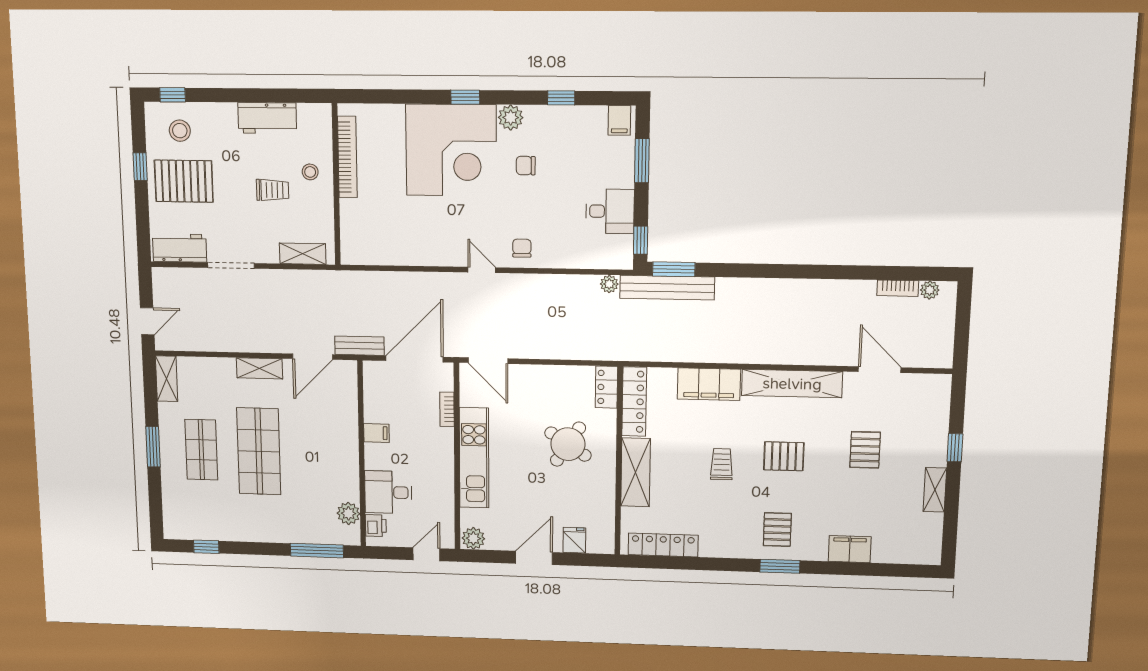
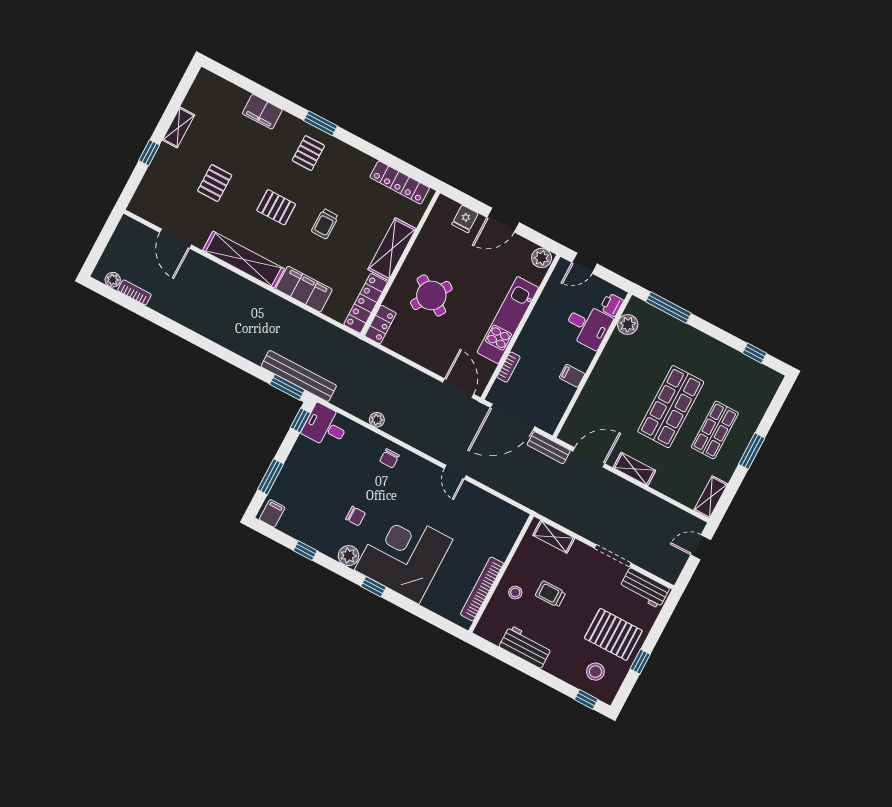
desk: (610, 211) -> (326, 426), moved
door: (482, 270) -> (455, 472), moved
plant: (609, 284) -> (377, 420), moved

